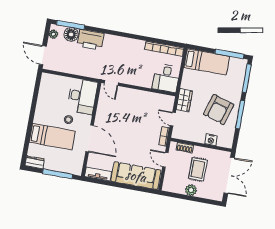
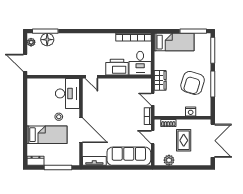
printer: (90, 40) -> (117, 67), moved, turned 180
plant: (191, 190) -> (169, 160), moved

